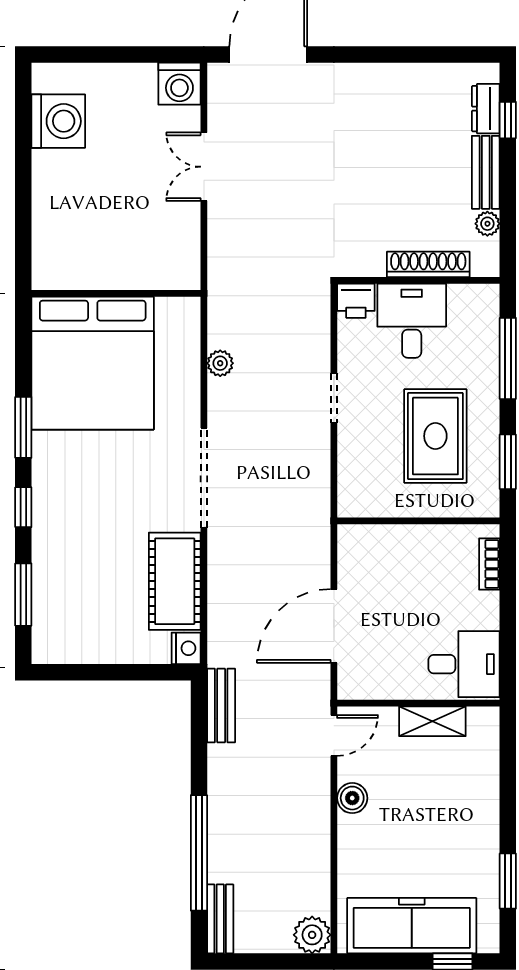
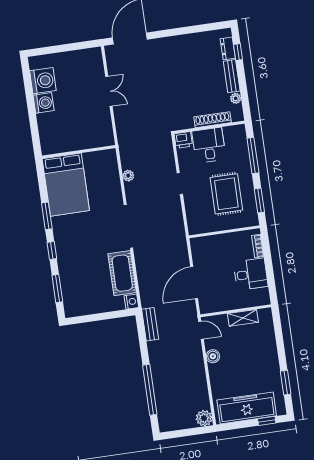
washing machine: (179, 84) -> (44, 103), moved, turned -90
double door: (204, 167) -> (109, 91), swing flipped
bed: (93, 363) -> (66, 185), width x0.73
desk: (464, 664) -> (251, 274), moved
door: (334, 735) -> (201, 330), hinge flipped
bench: (220, 919) -> (163, 417), removed

